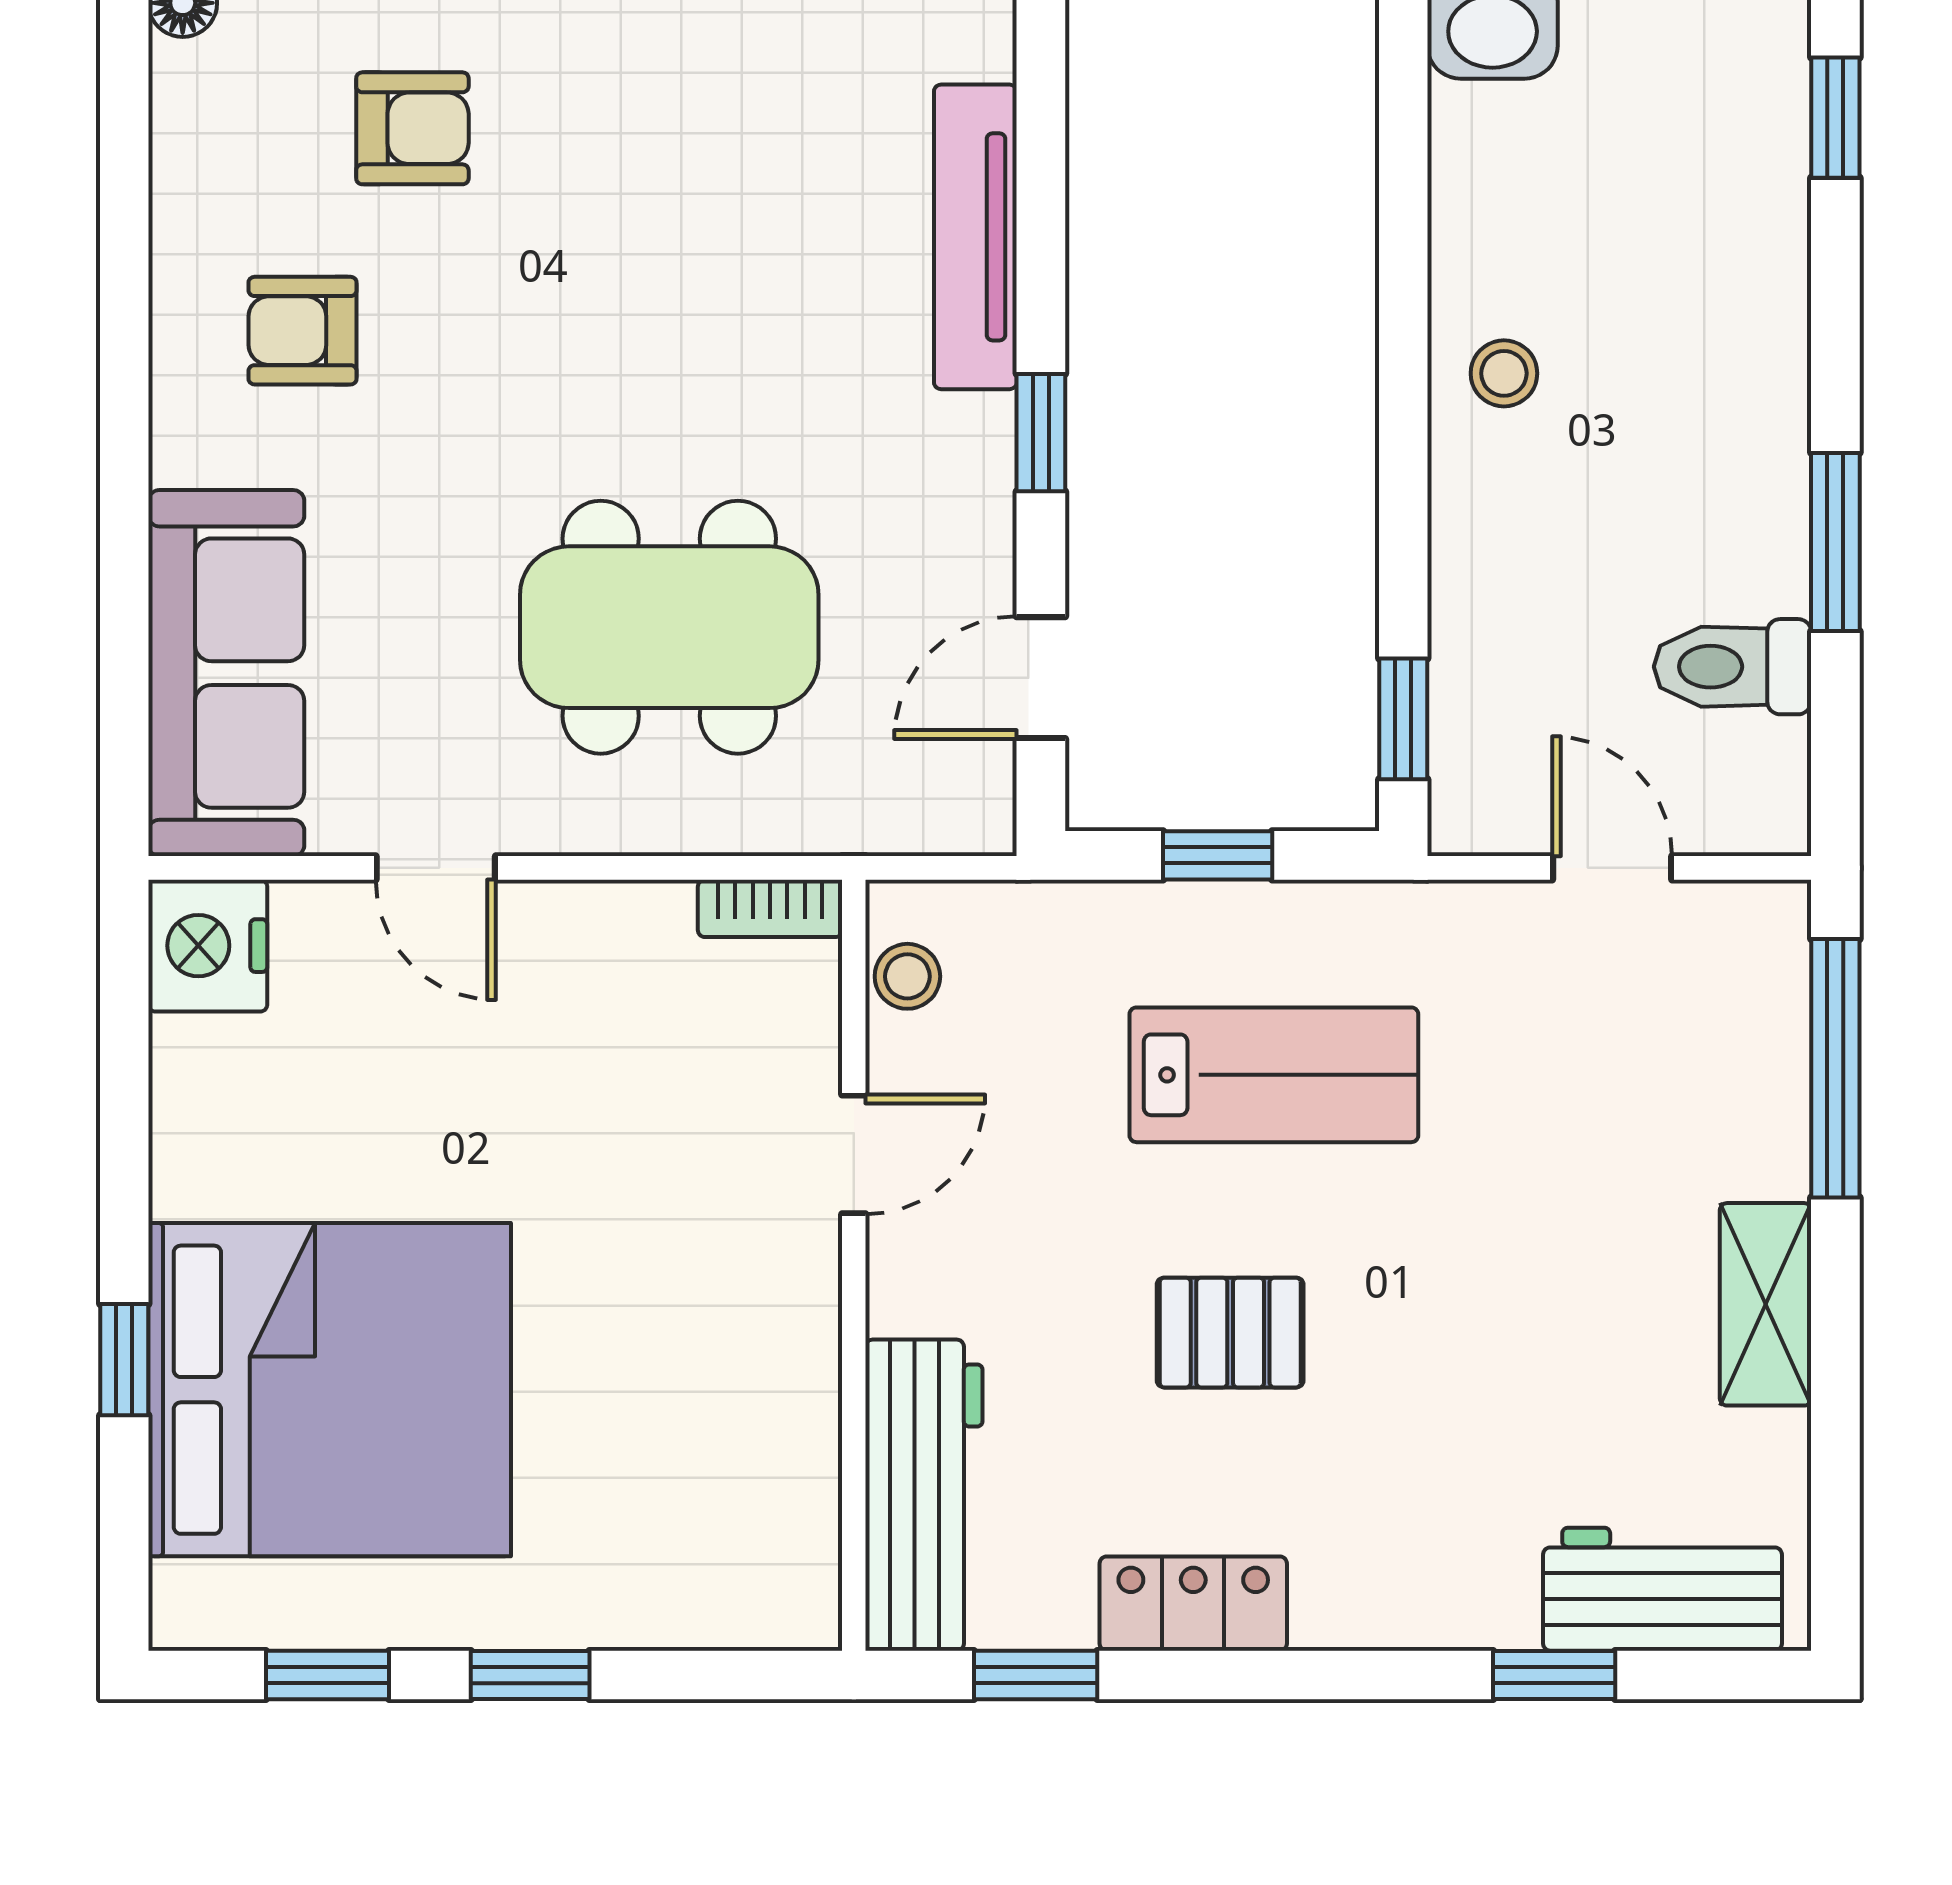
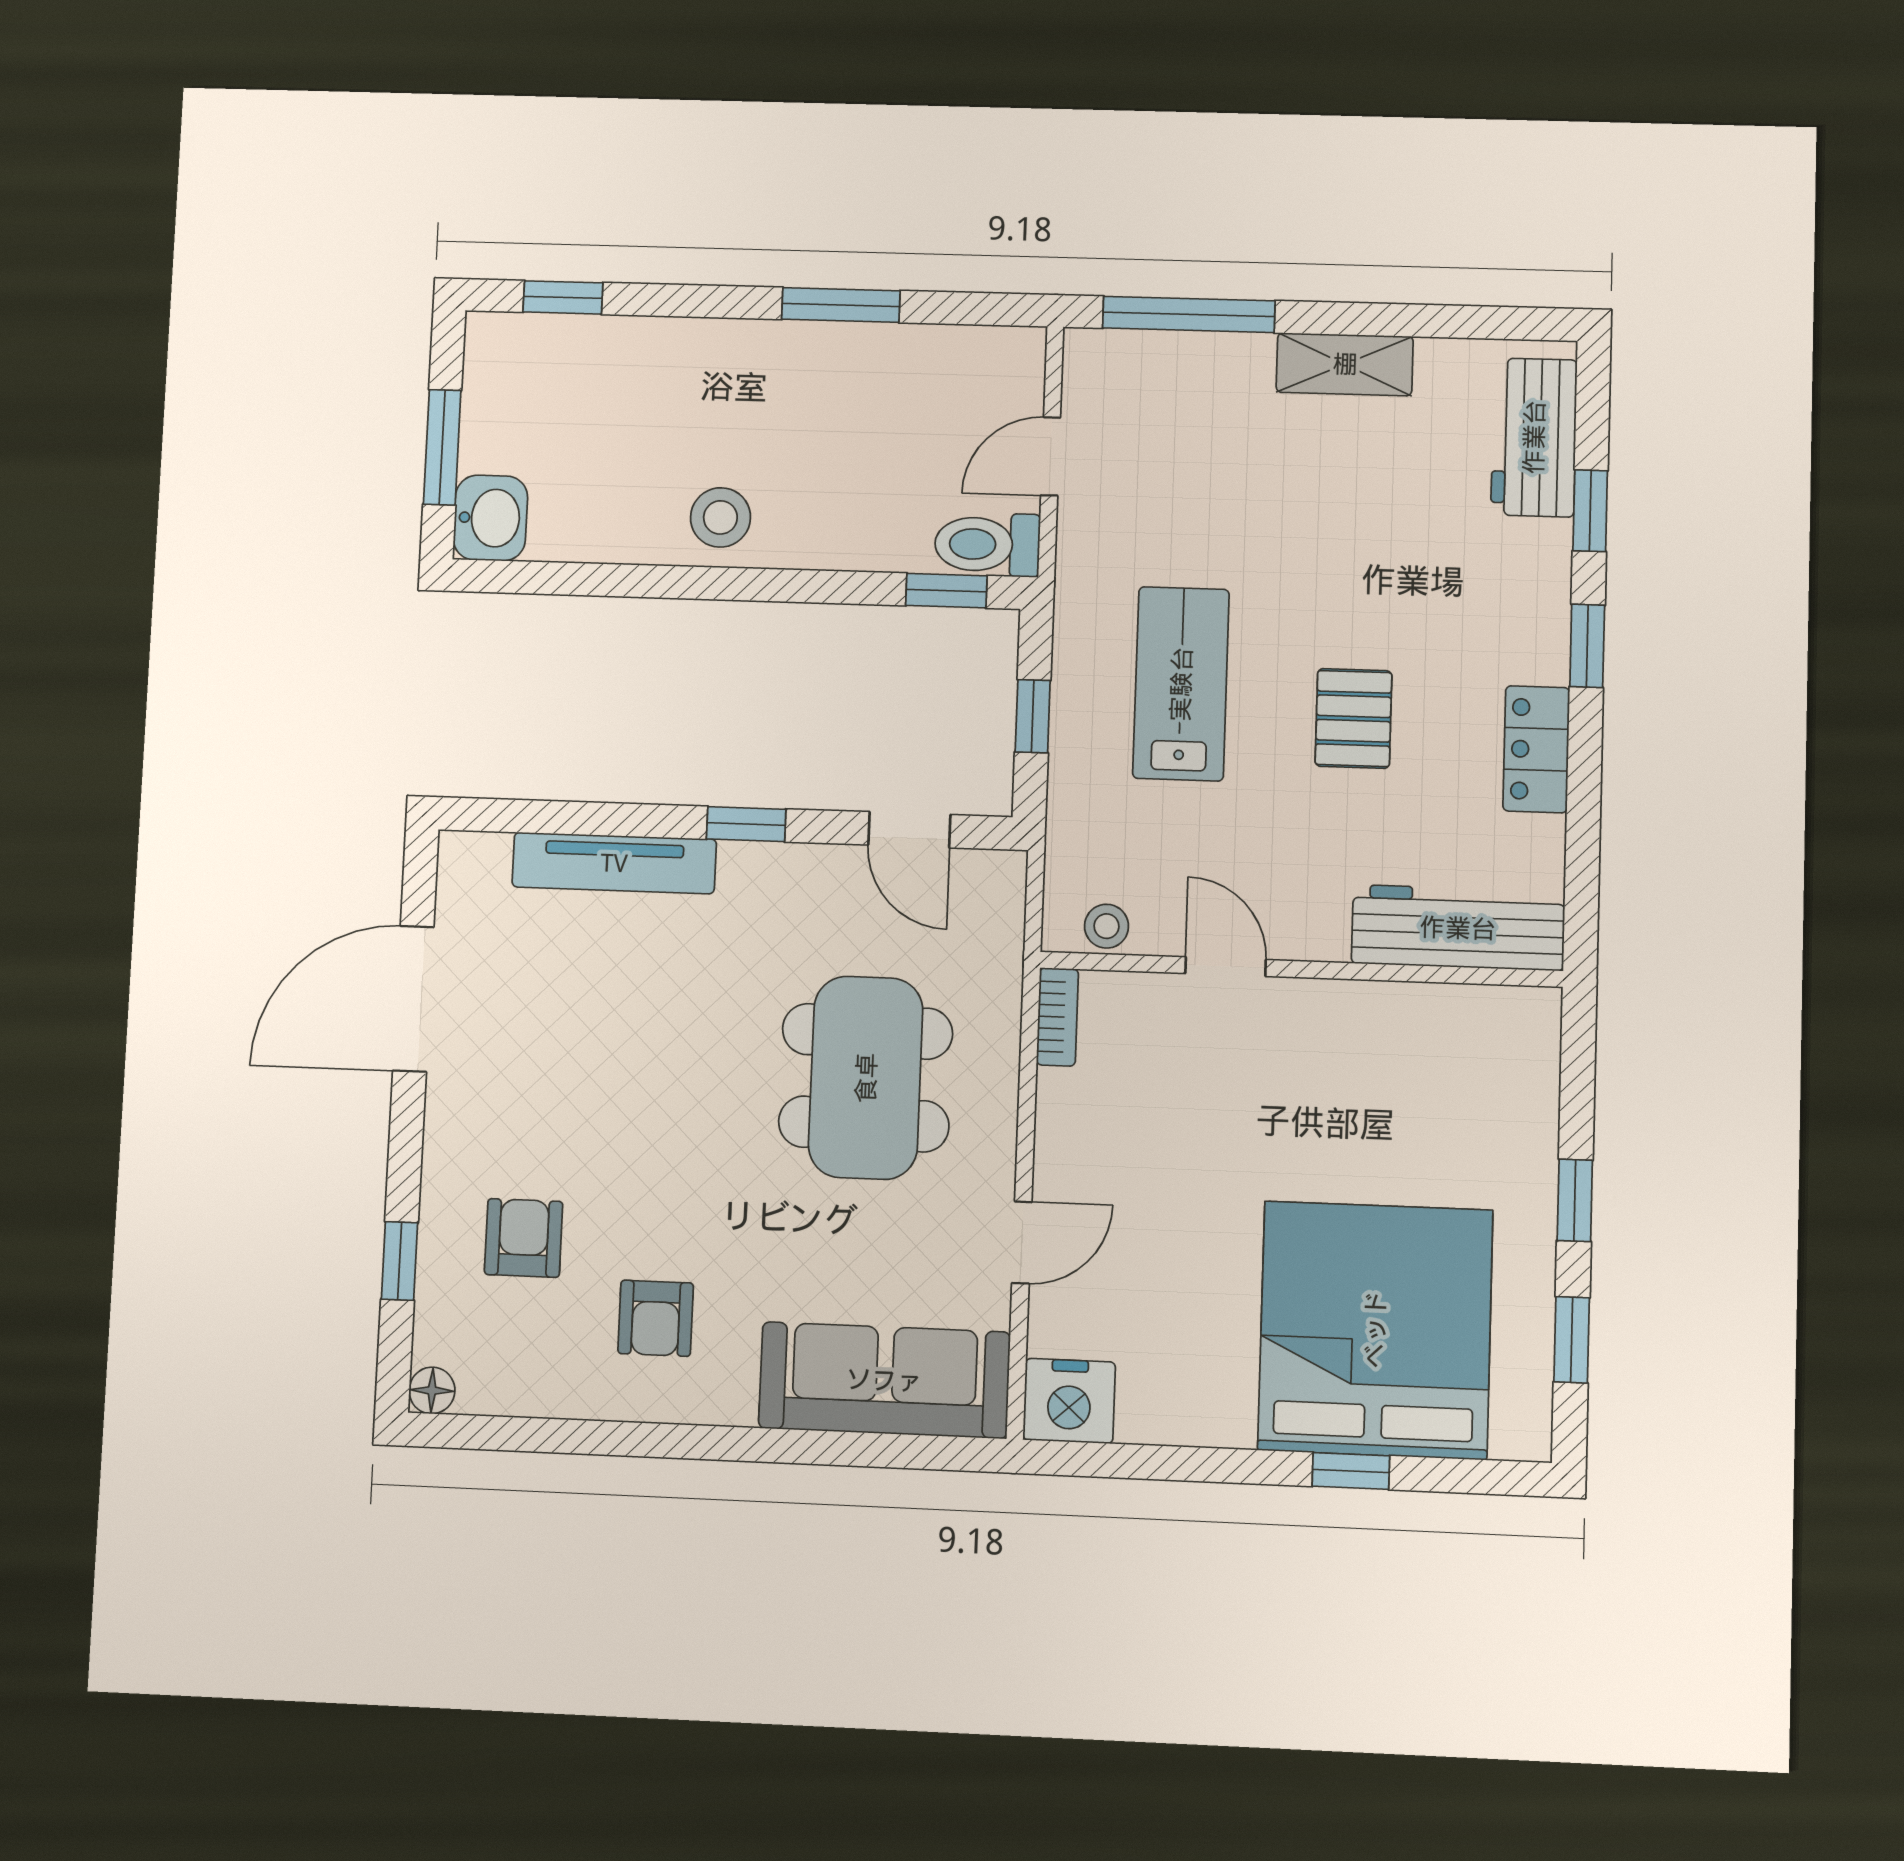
stool: (1504, 373) -> (720, 517), width x1.37, depth x1.37
toilet: (1733, 667) -> (987, 544), moved, turned 90
window: (1036, 1675) -> (1587, 646), moved

